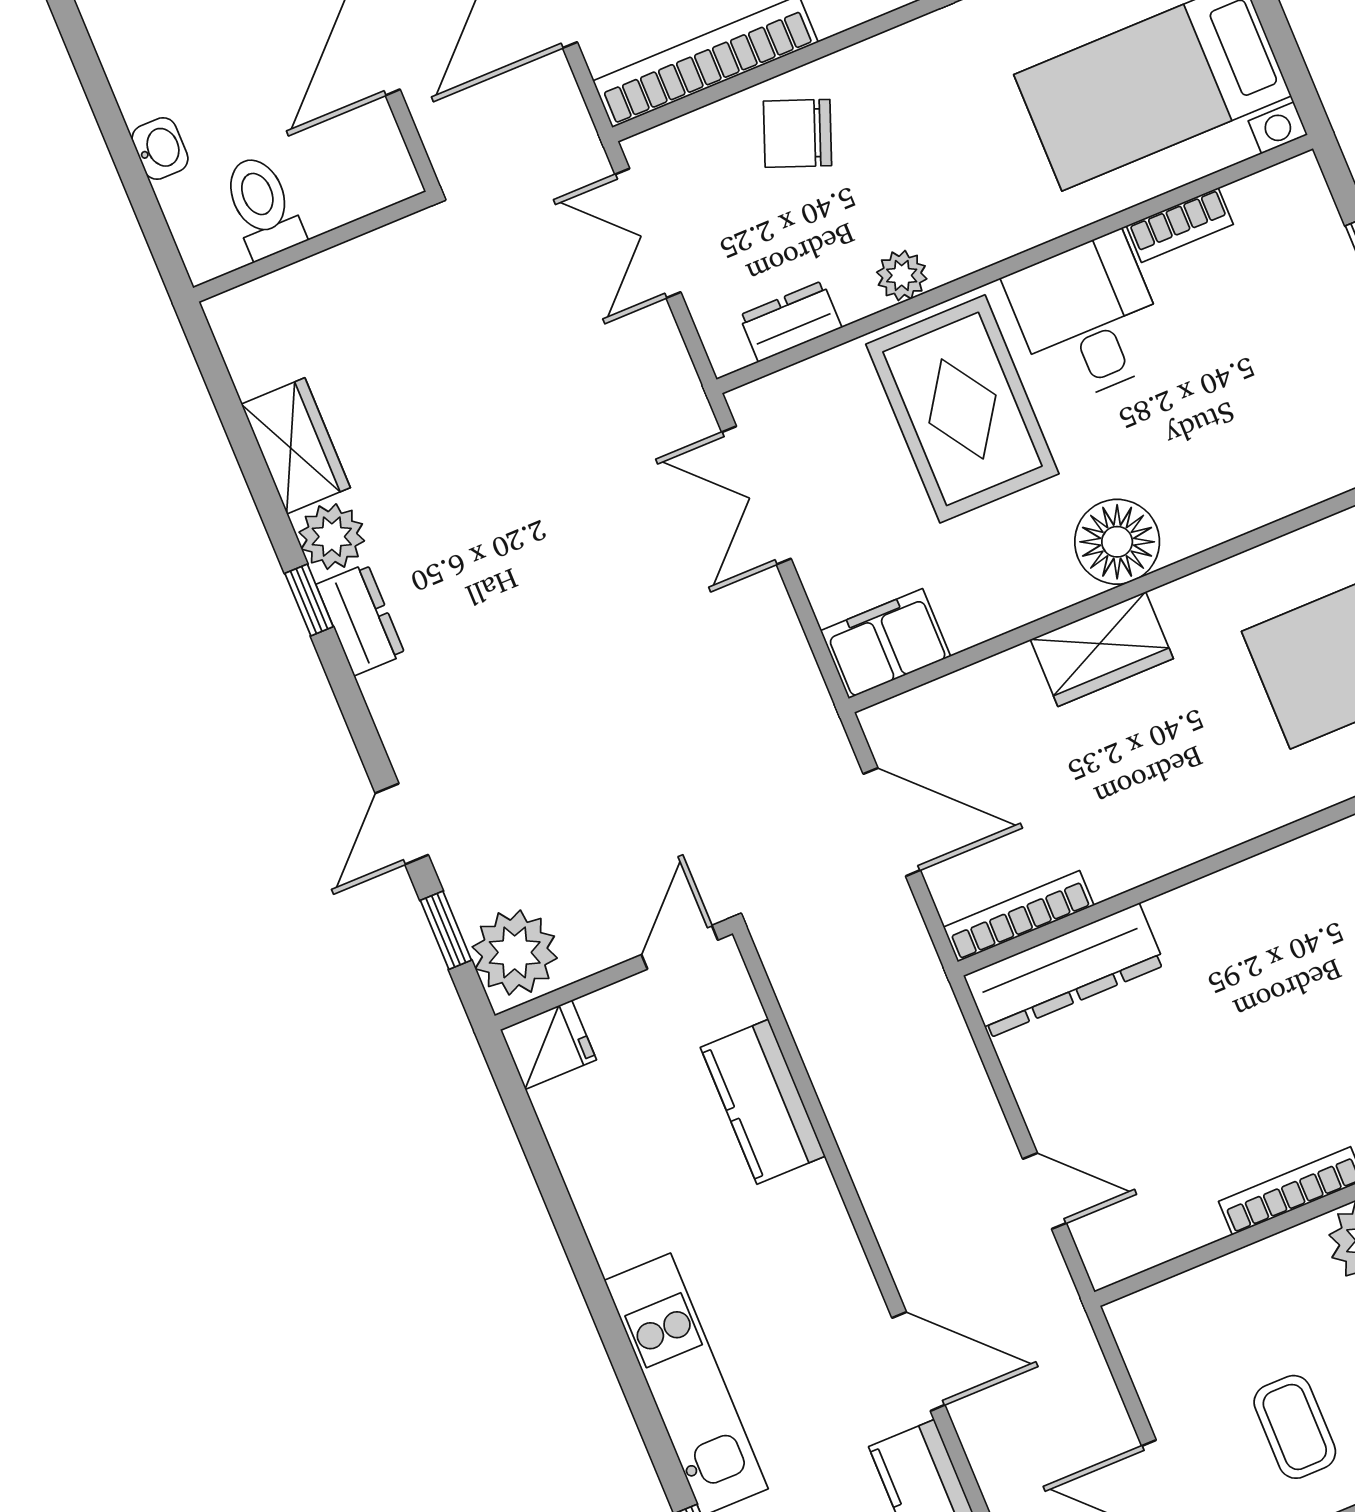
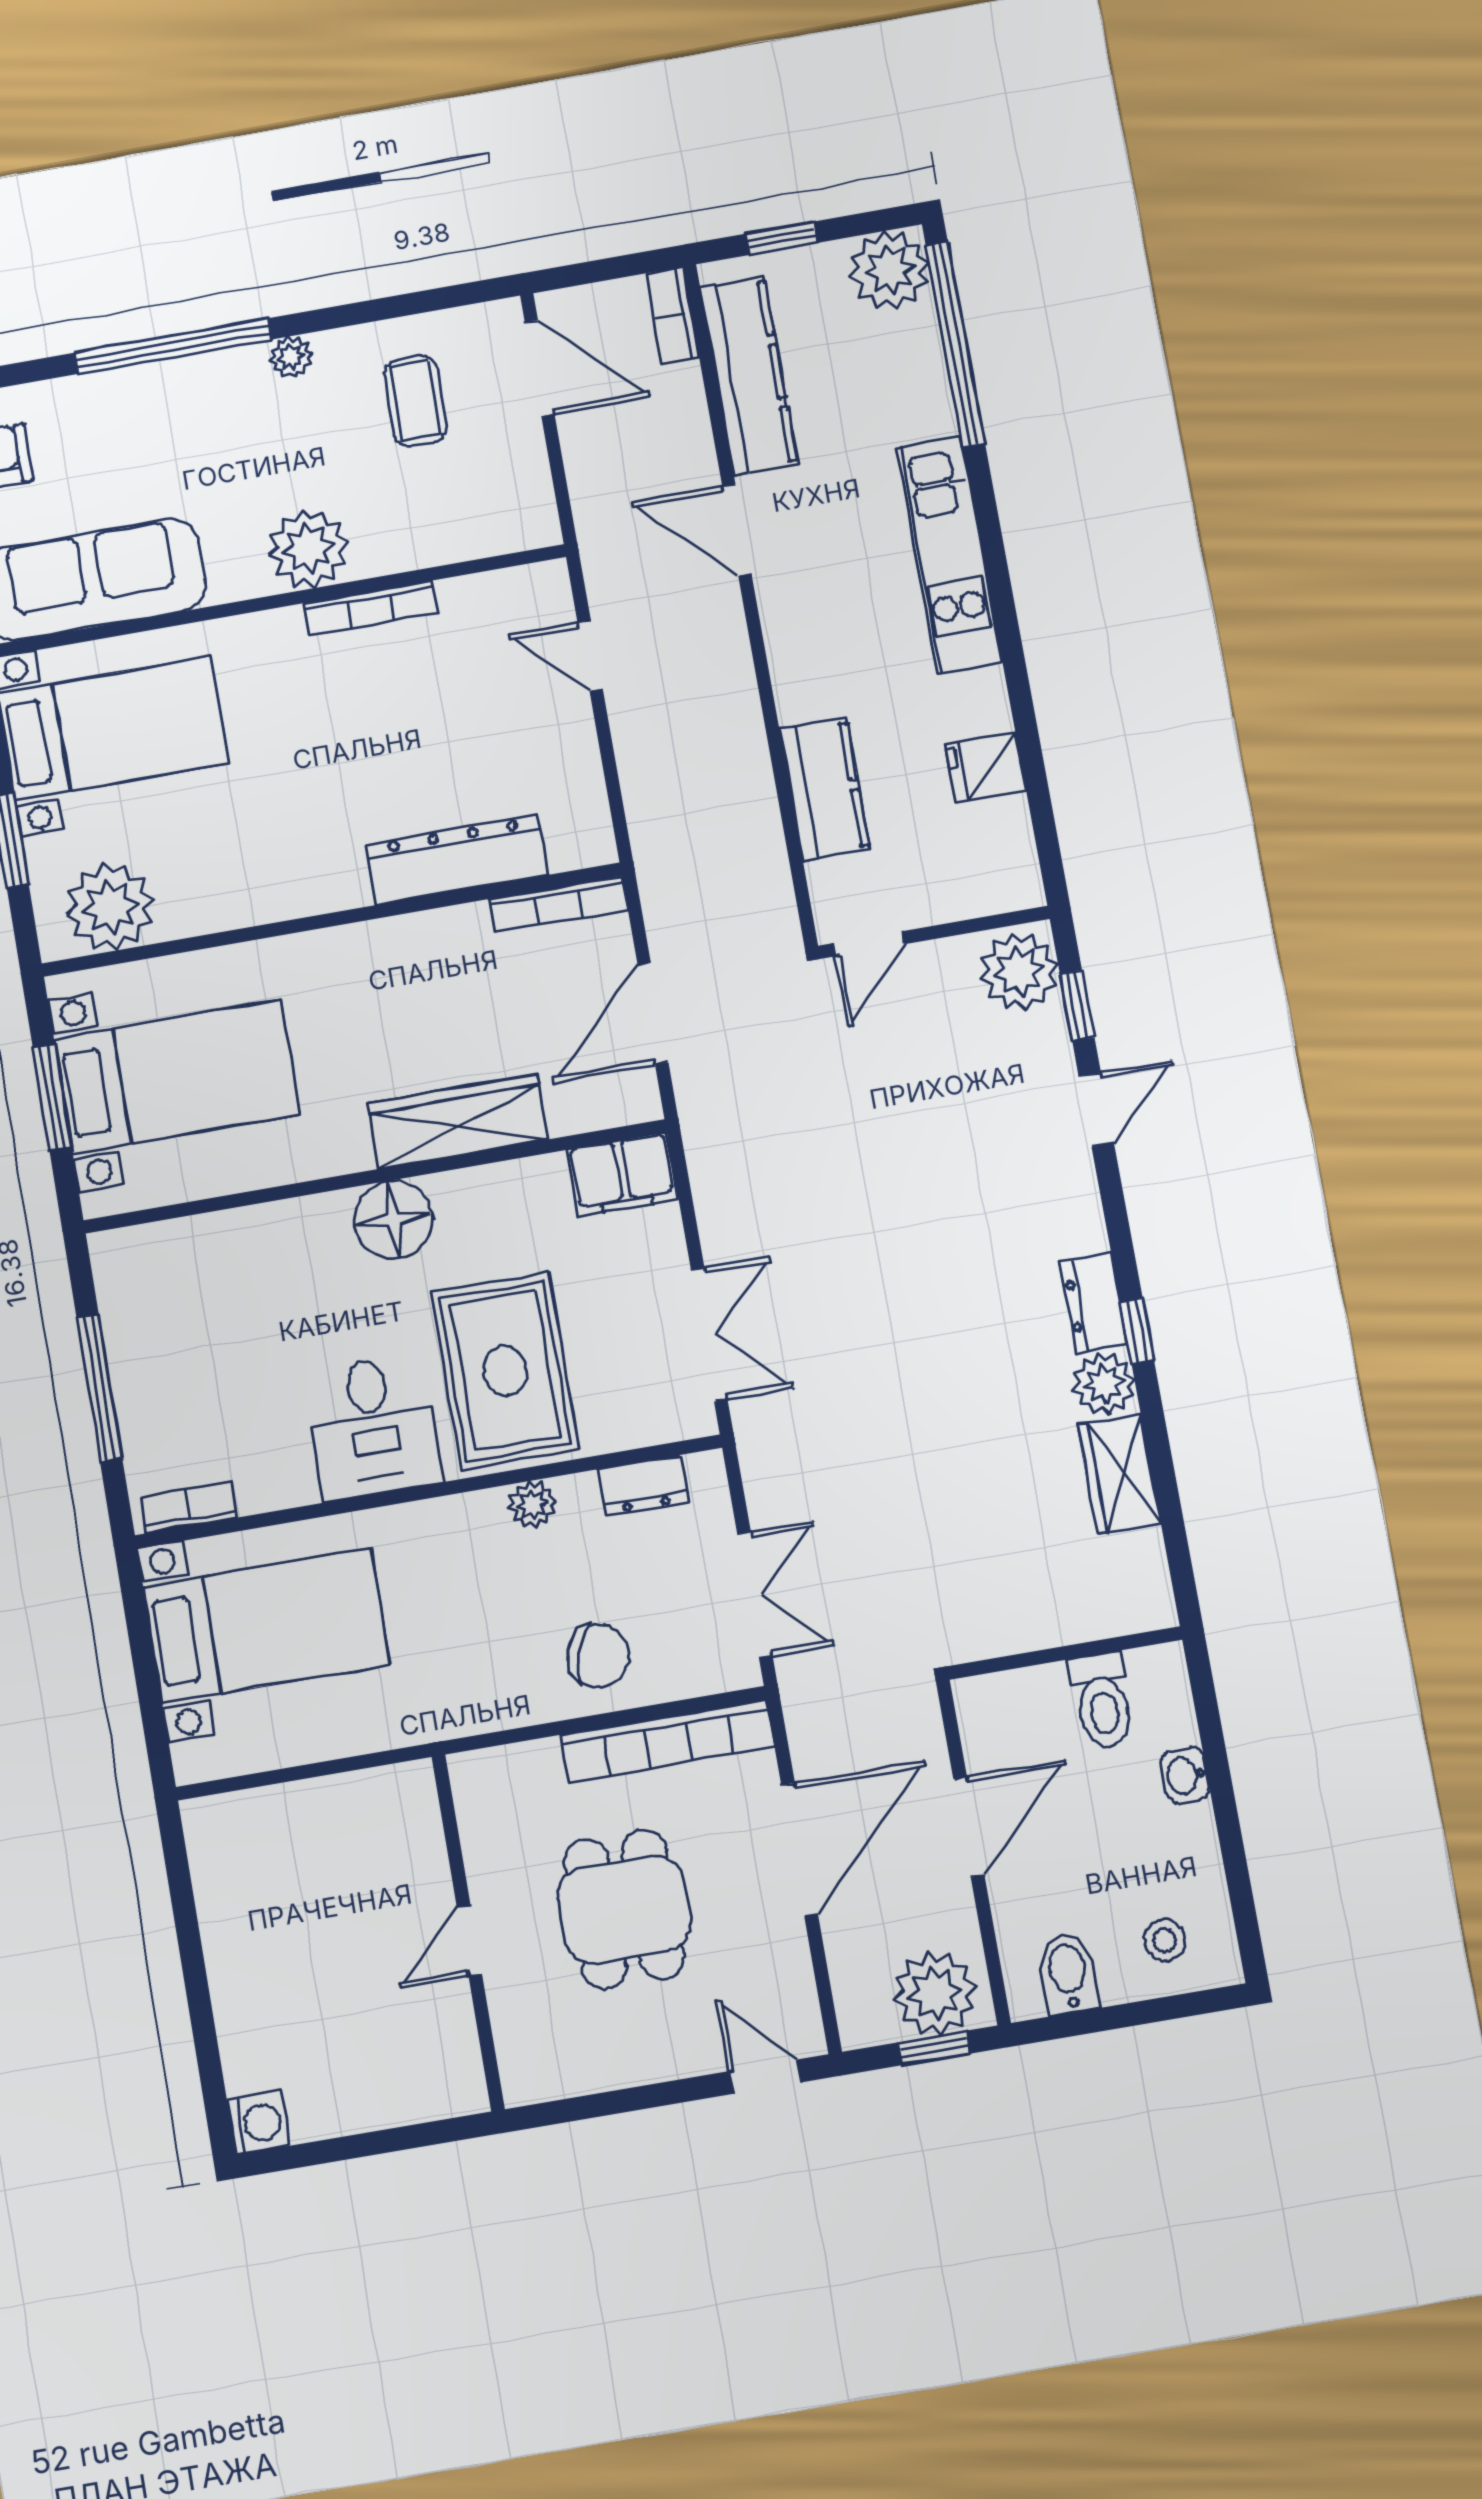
bookcase: (1180, 225) -> (189, 1507), moved
wardrobe: (1102, 649) -> (457, 1121), width x1.50
door: (892, 822) -> (653, 1013), hinge flipped
dresser: (1064, 970) -> (457, 860), moved
fridge: (548, 1045) -> (986, 768), moved

